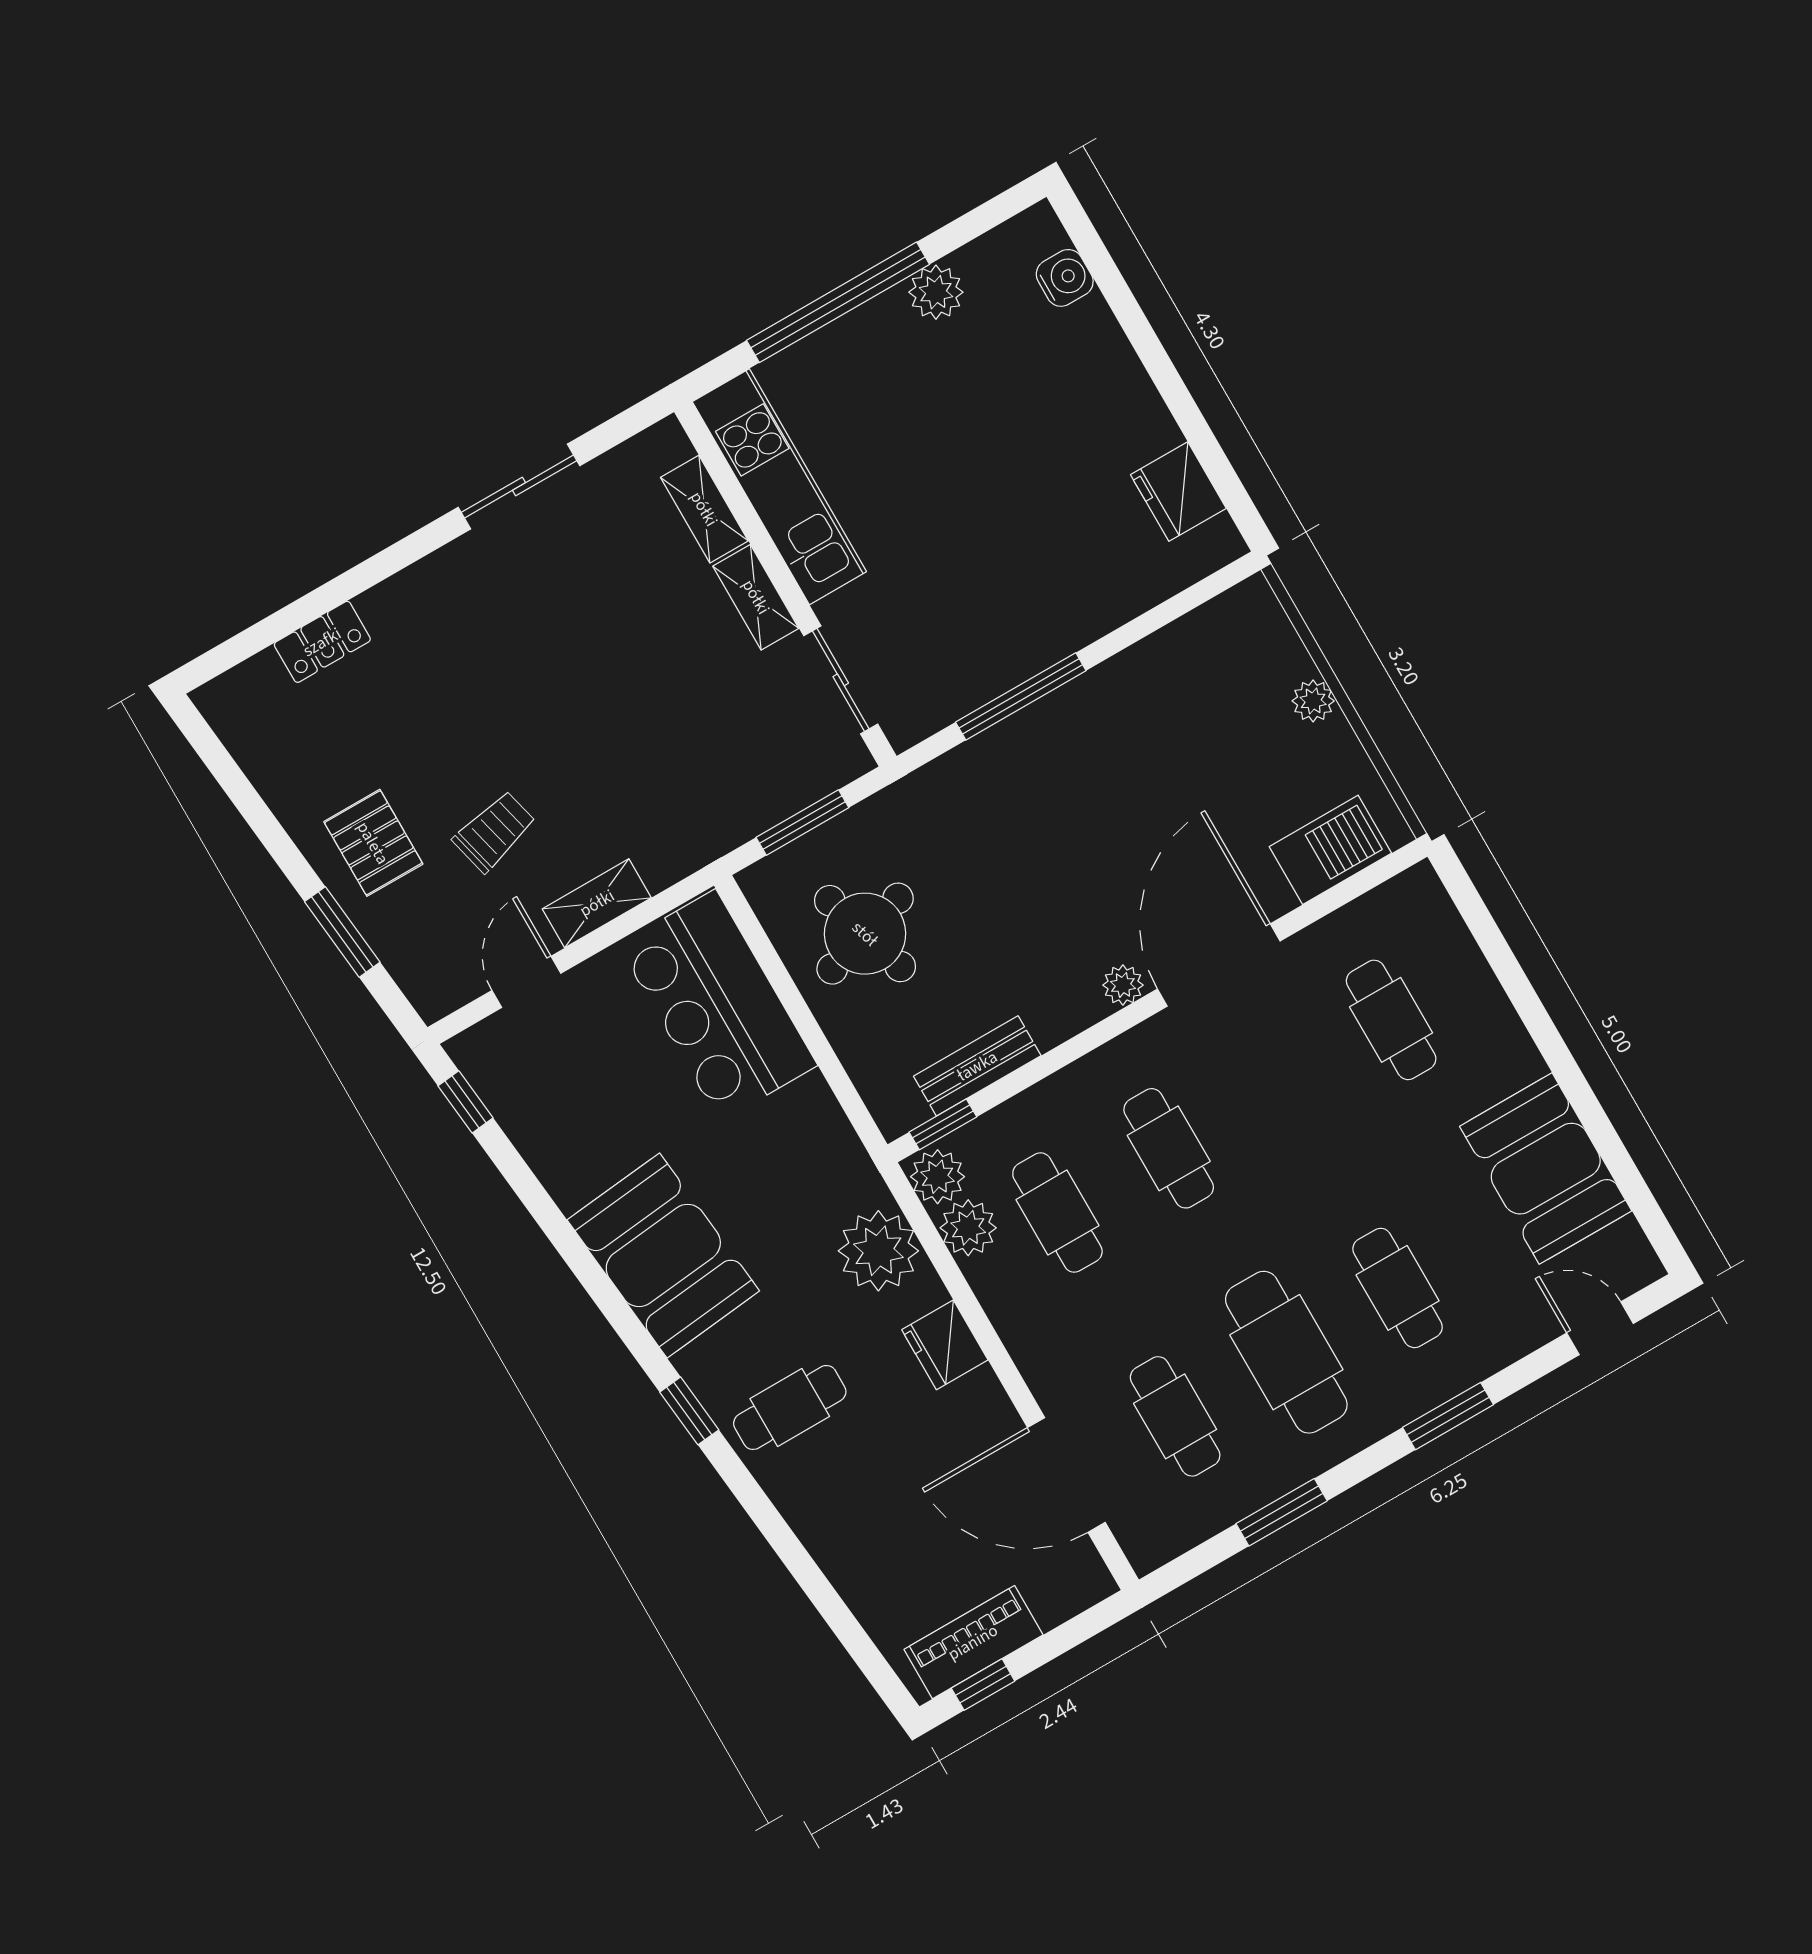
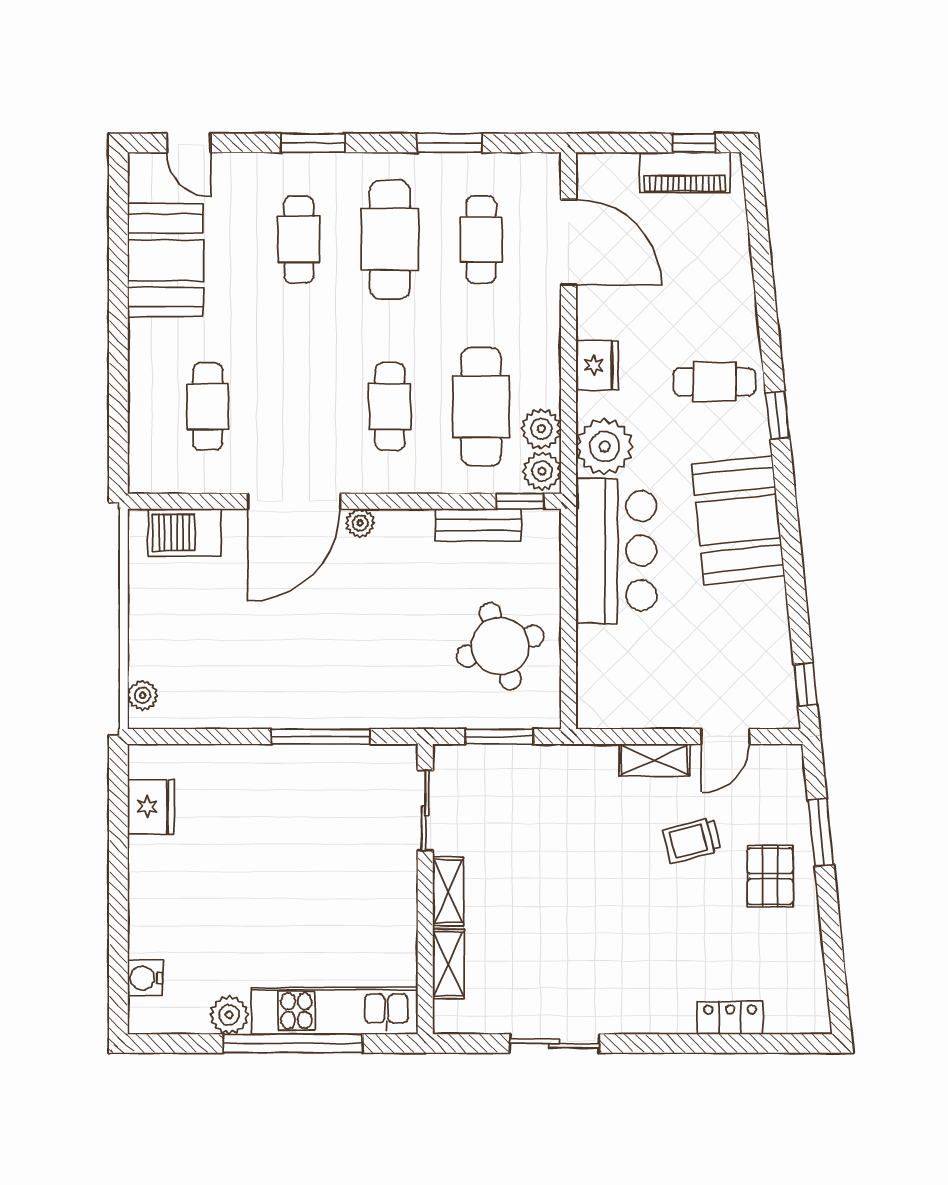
kitchen unit: (779, 487) -> (335, 1011), moved, turned 90
plant: (1313, 701) -> (143, 695), moved
bar counter: (718, 1005) -> (616, 551), moved
cafe table: (1057, 1213) -> (481, 407), width x1.37, depth x1.35

